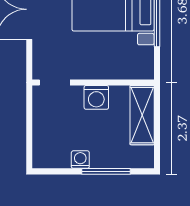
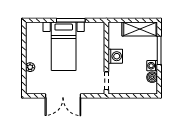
shelving: (142, 115) -> (140, 29), moved
boiler: (61, 159) -> (152, 77), added

